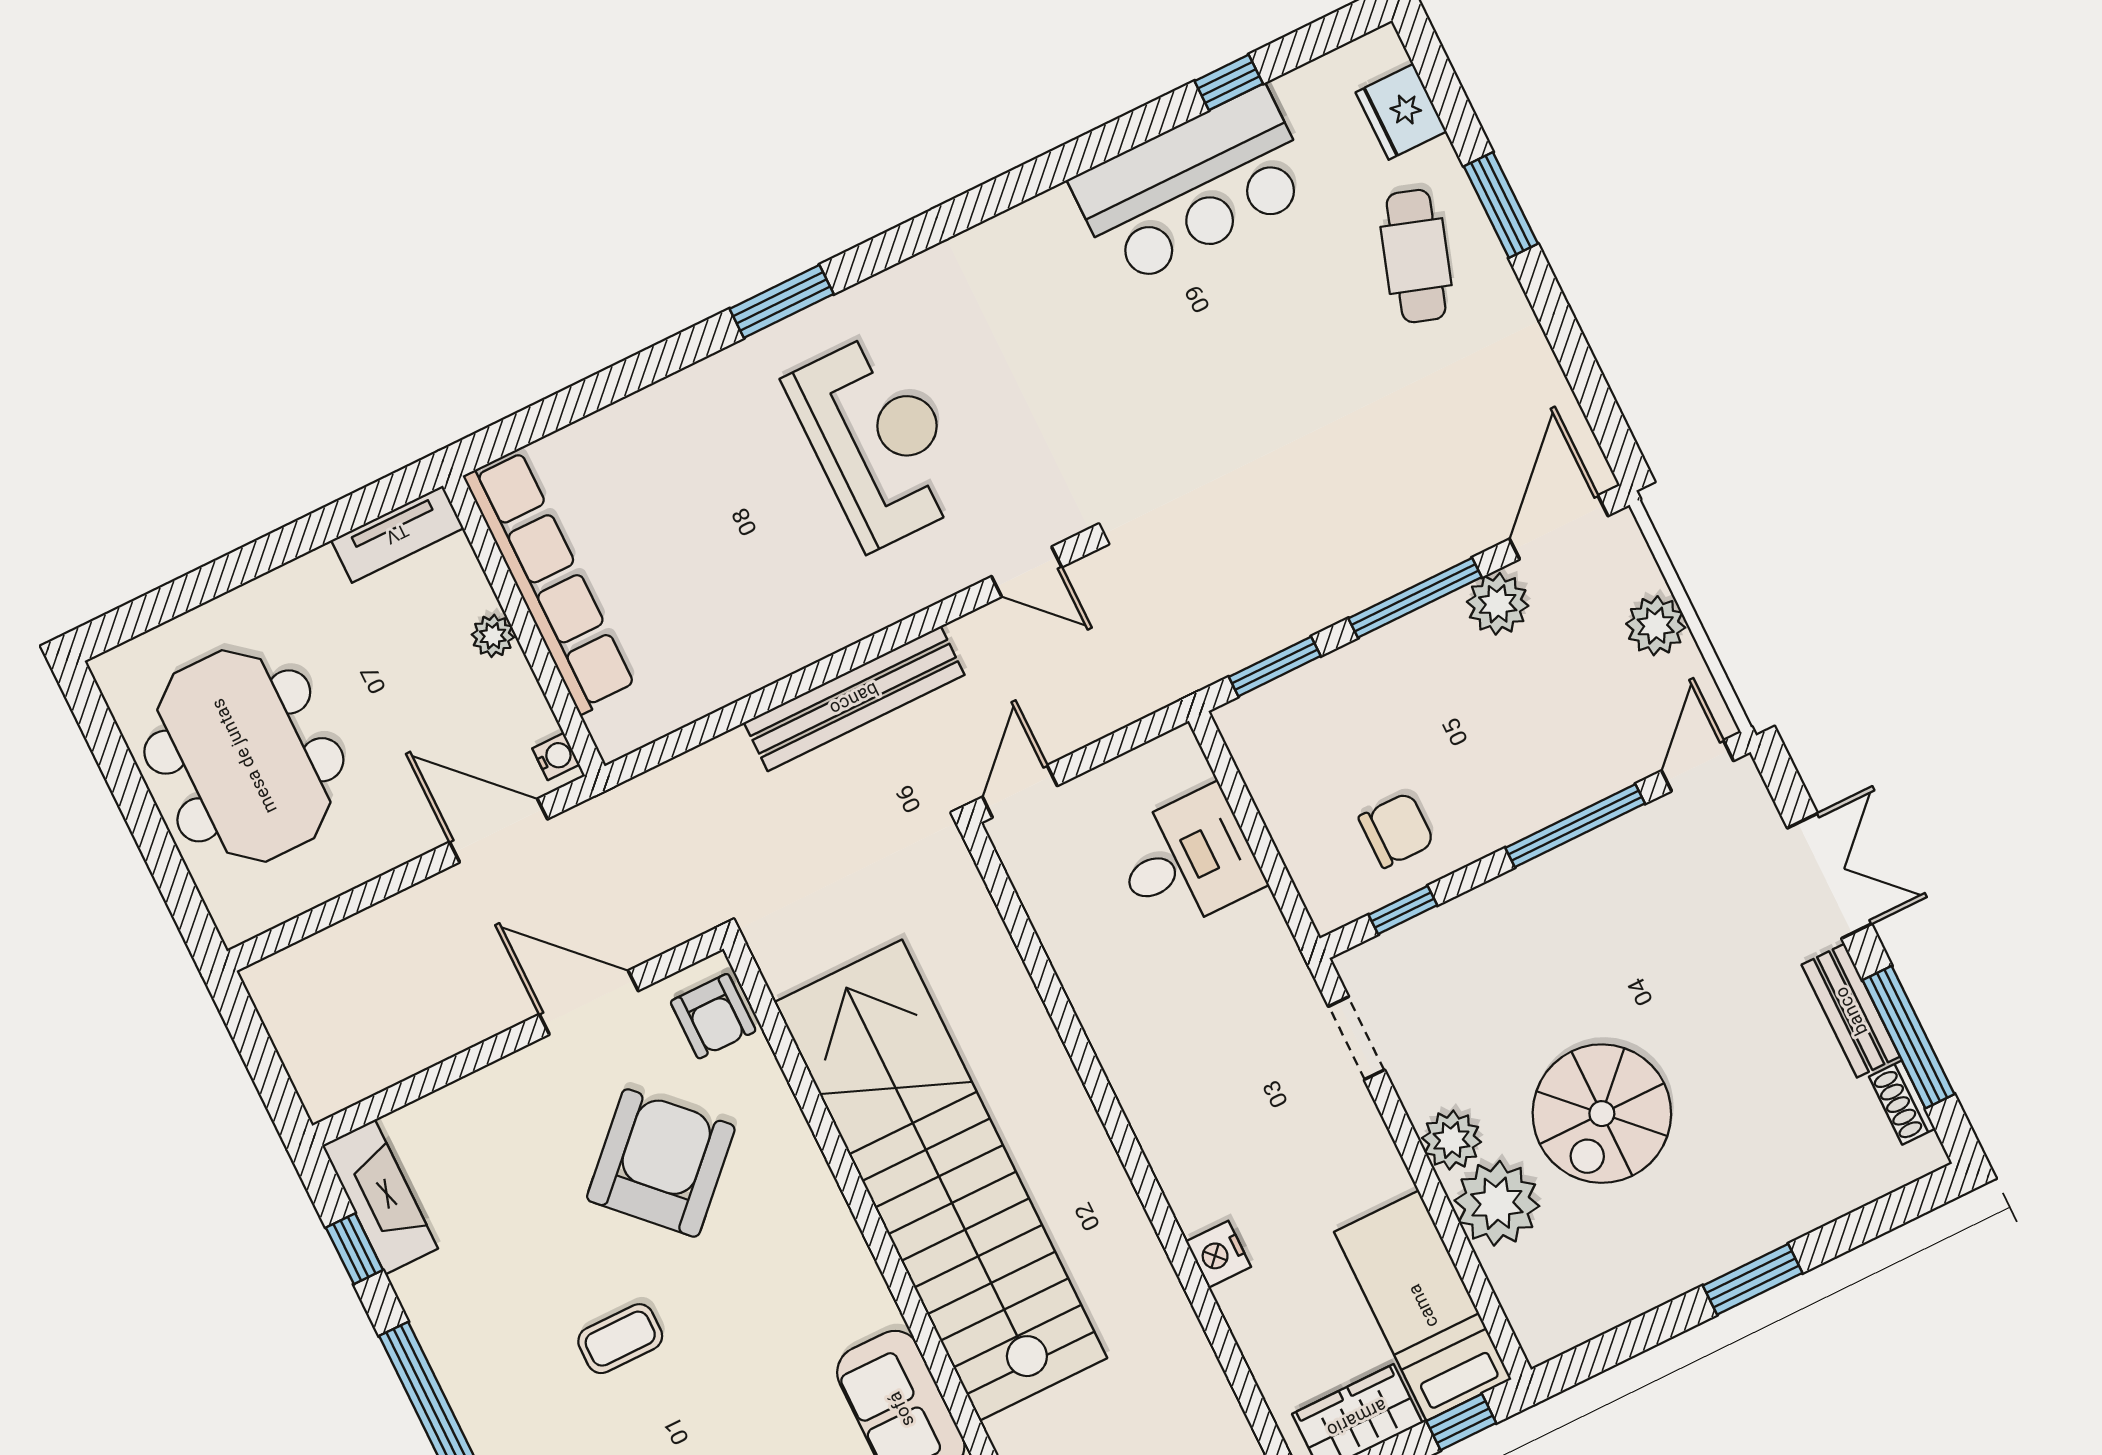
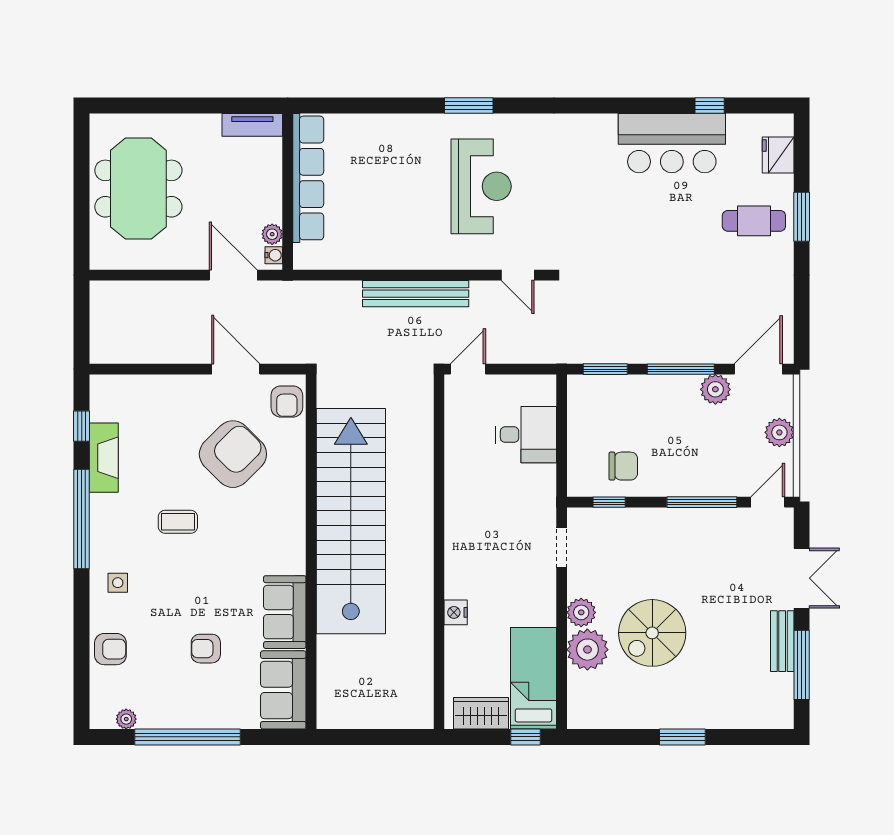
cafe table: (1416, 256) -> (754, 221), turned 72
plant: (493, 636) -> (272, 234), moved
shoe rack: (1902, 1103) -> (785, 692), removed
fireplace: (380, 1197) -> (104, 458), moved

